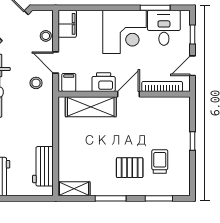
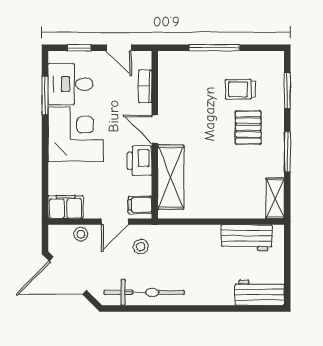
bookcase: (162, 86) -> (145, 86), width x0.64
window: (193, 141) -> (214, 48), width x2.17

